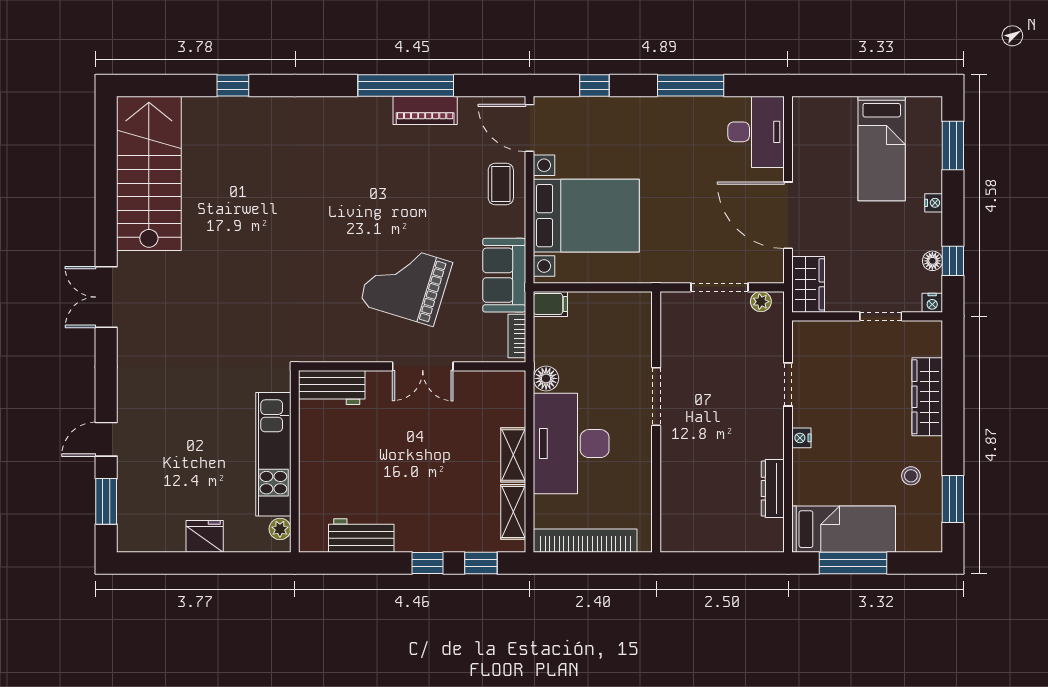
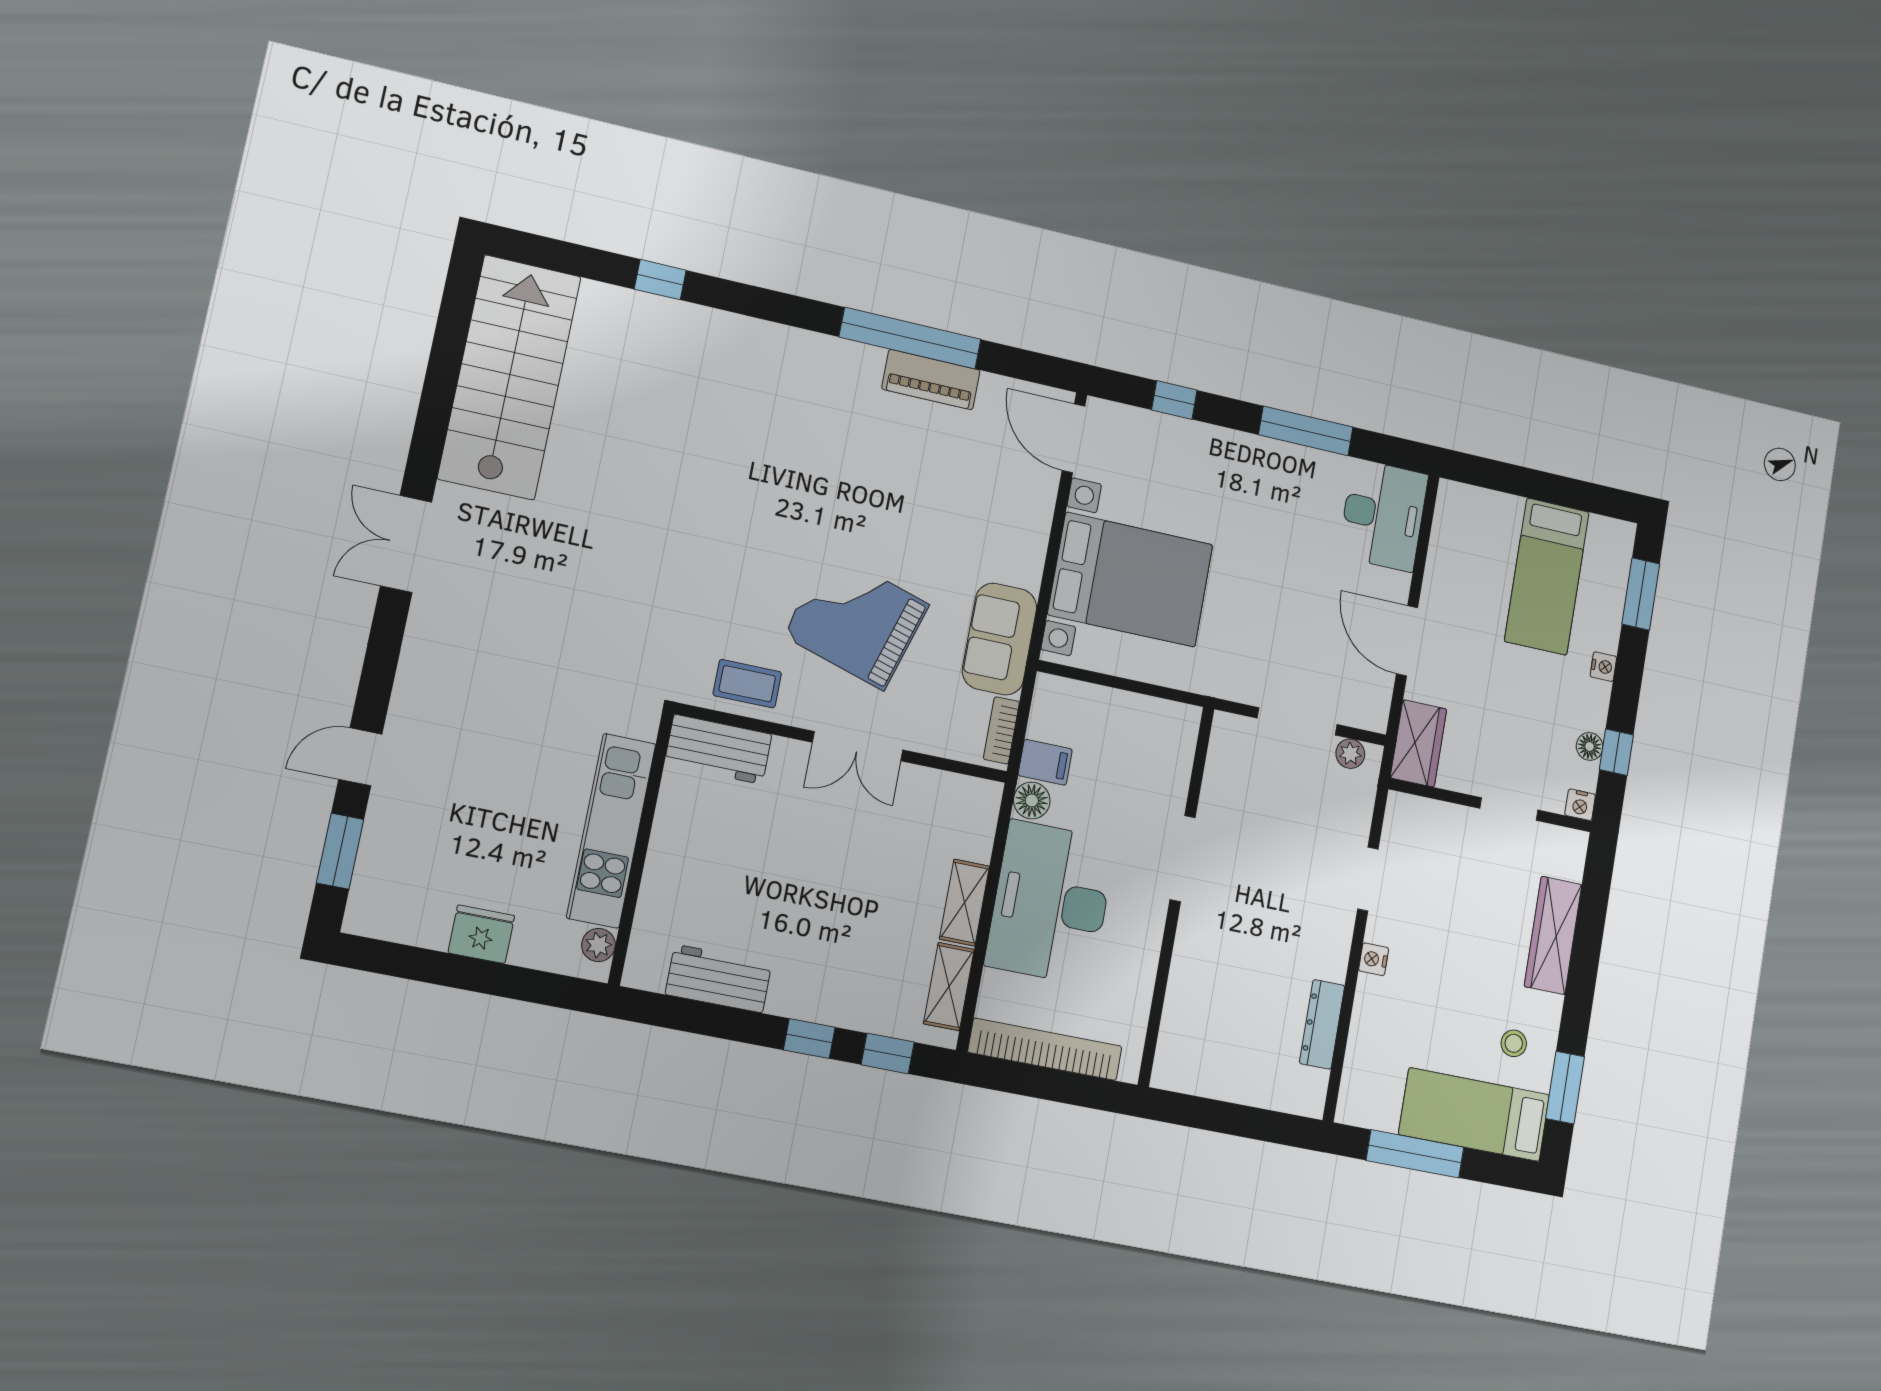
coffee table: (501, 184) -> (747, 684), moved, turned 90
door: (788, 215) -> (1407, 641), width x0.73
filing cabinet: (550, 304) -> (1045, 762), moved
bed: (844, 529) -> (1474, 1115), moved, turned 180

